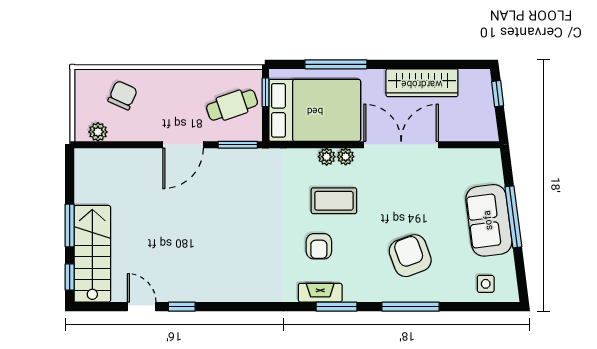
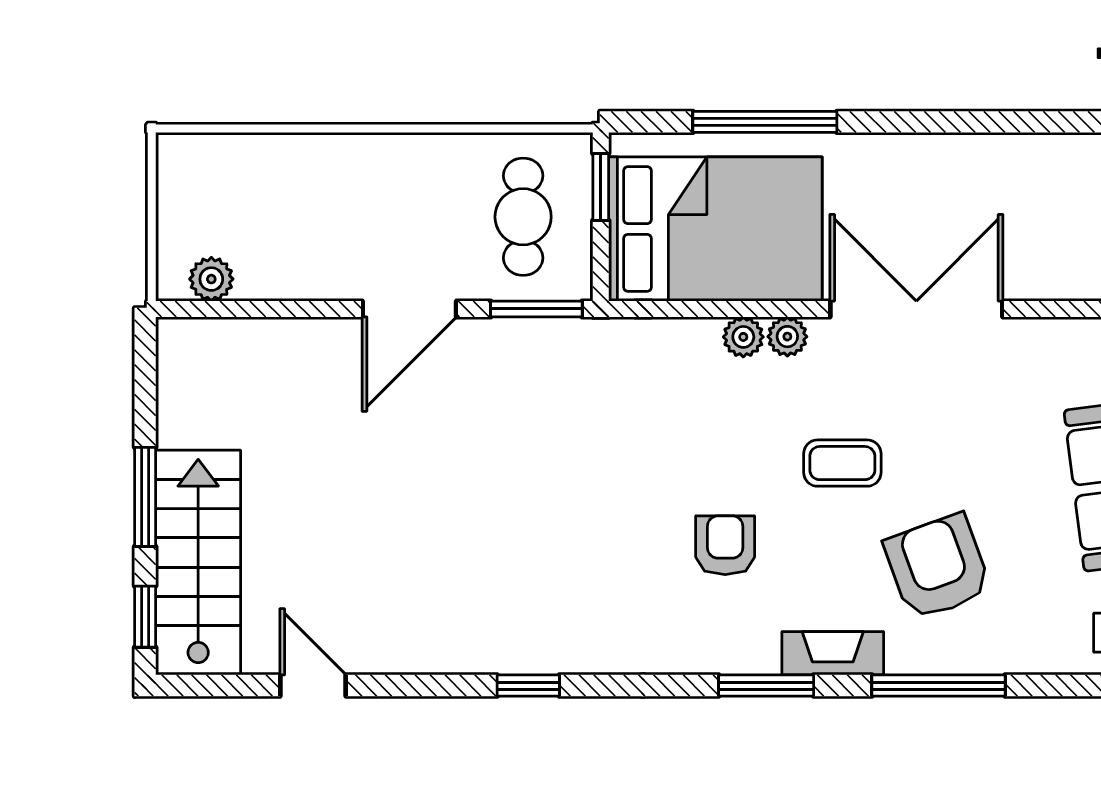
wardrobe: (422, 83) -> (965, 165), removed
chair: (123, 95) -> (269, 194), removed
cafe table: (232, 105) -> (523, 217), turned -71
coffee table: (334, 201) -> (842, 463), moved, width x0.73, depth x0.77
armchair: (319, 246) -> (725, 545), turned 180
fireplace: (320, 293) -> (833, 653), moved
window: (182, 307) -> (528, 686), moved

